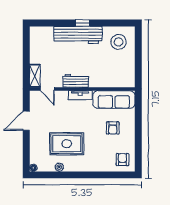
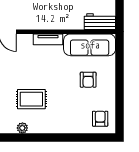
workbench: (76, 81) -> (100, 22), moved
rug: (67, 144) -> (31, 99), width x0.73, depth x0.70

